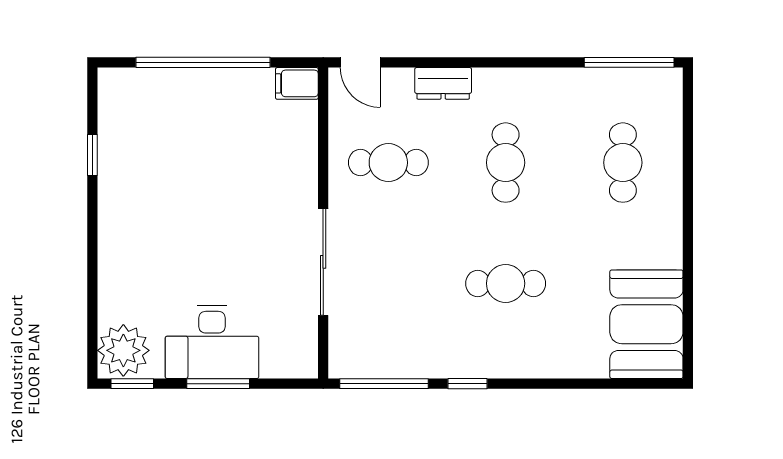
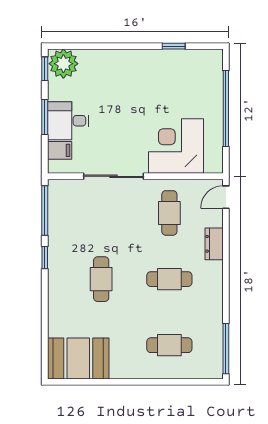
filing cabinet: (297, 83) -> (60, 150), moved, turned 90
corner desk: (270, 151) -> (176, 146), added
desk: (212, 342) -> (68, 121), width x0.73

